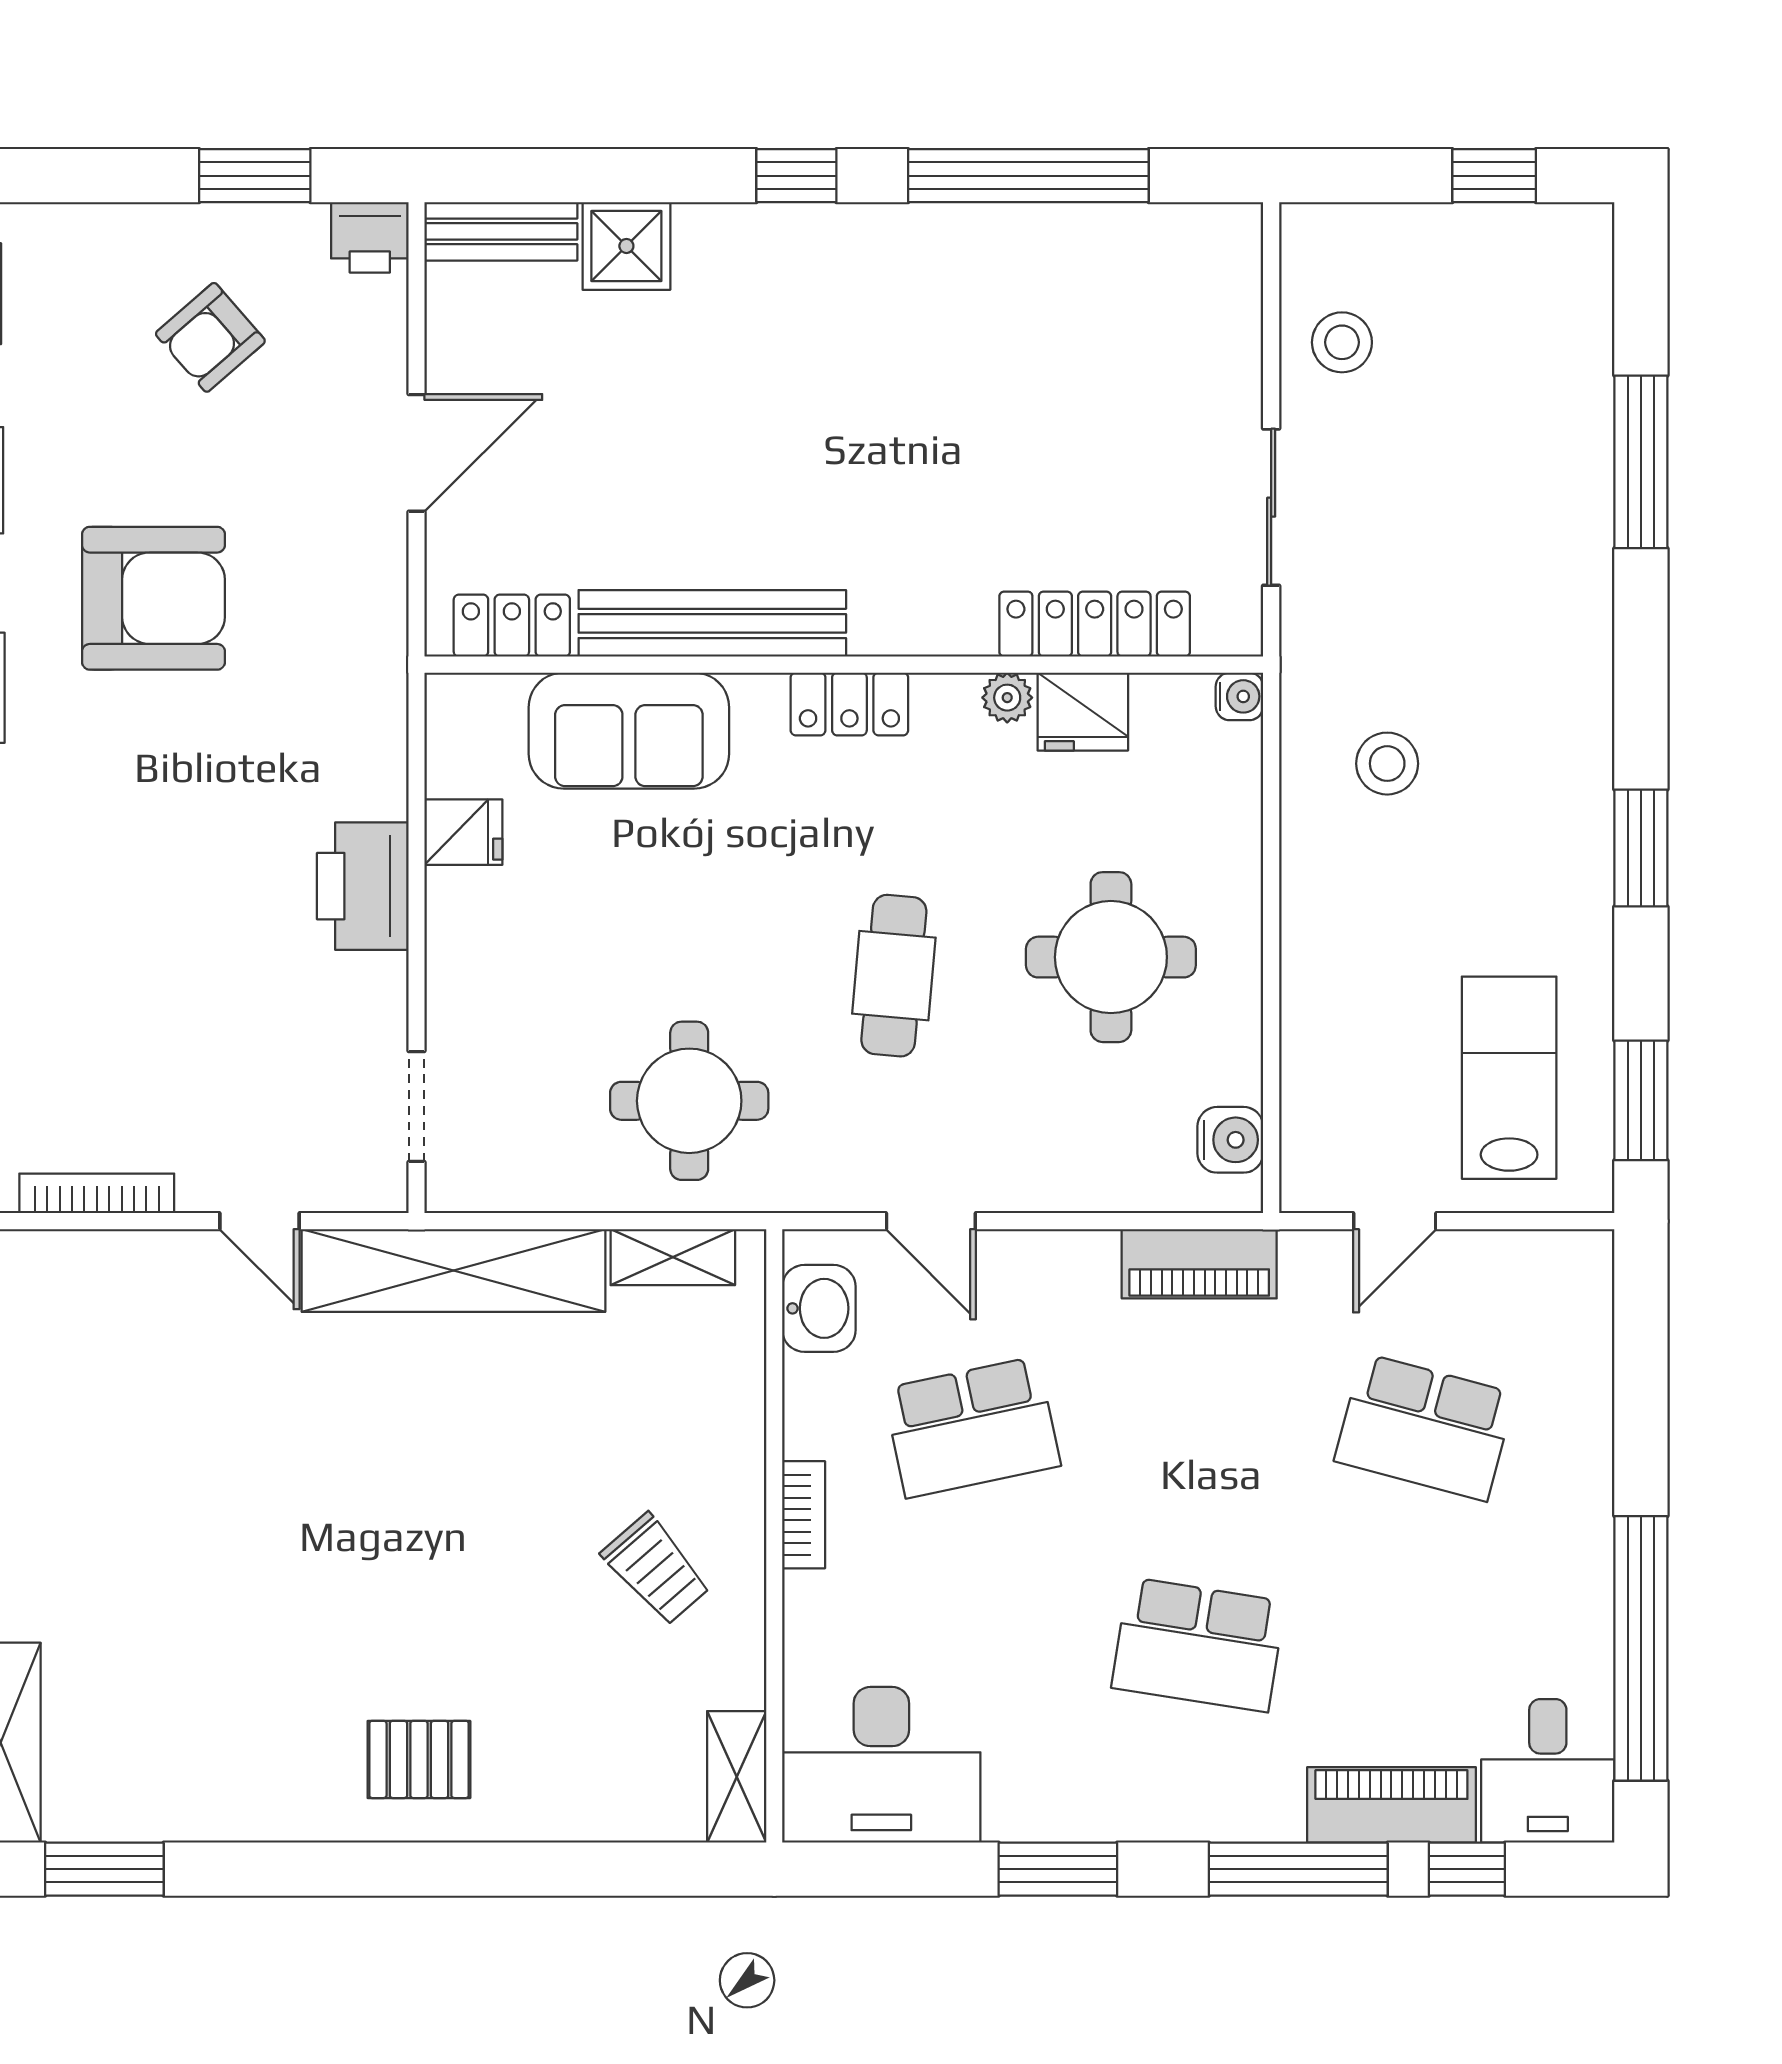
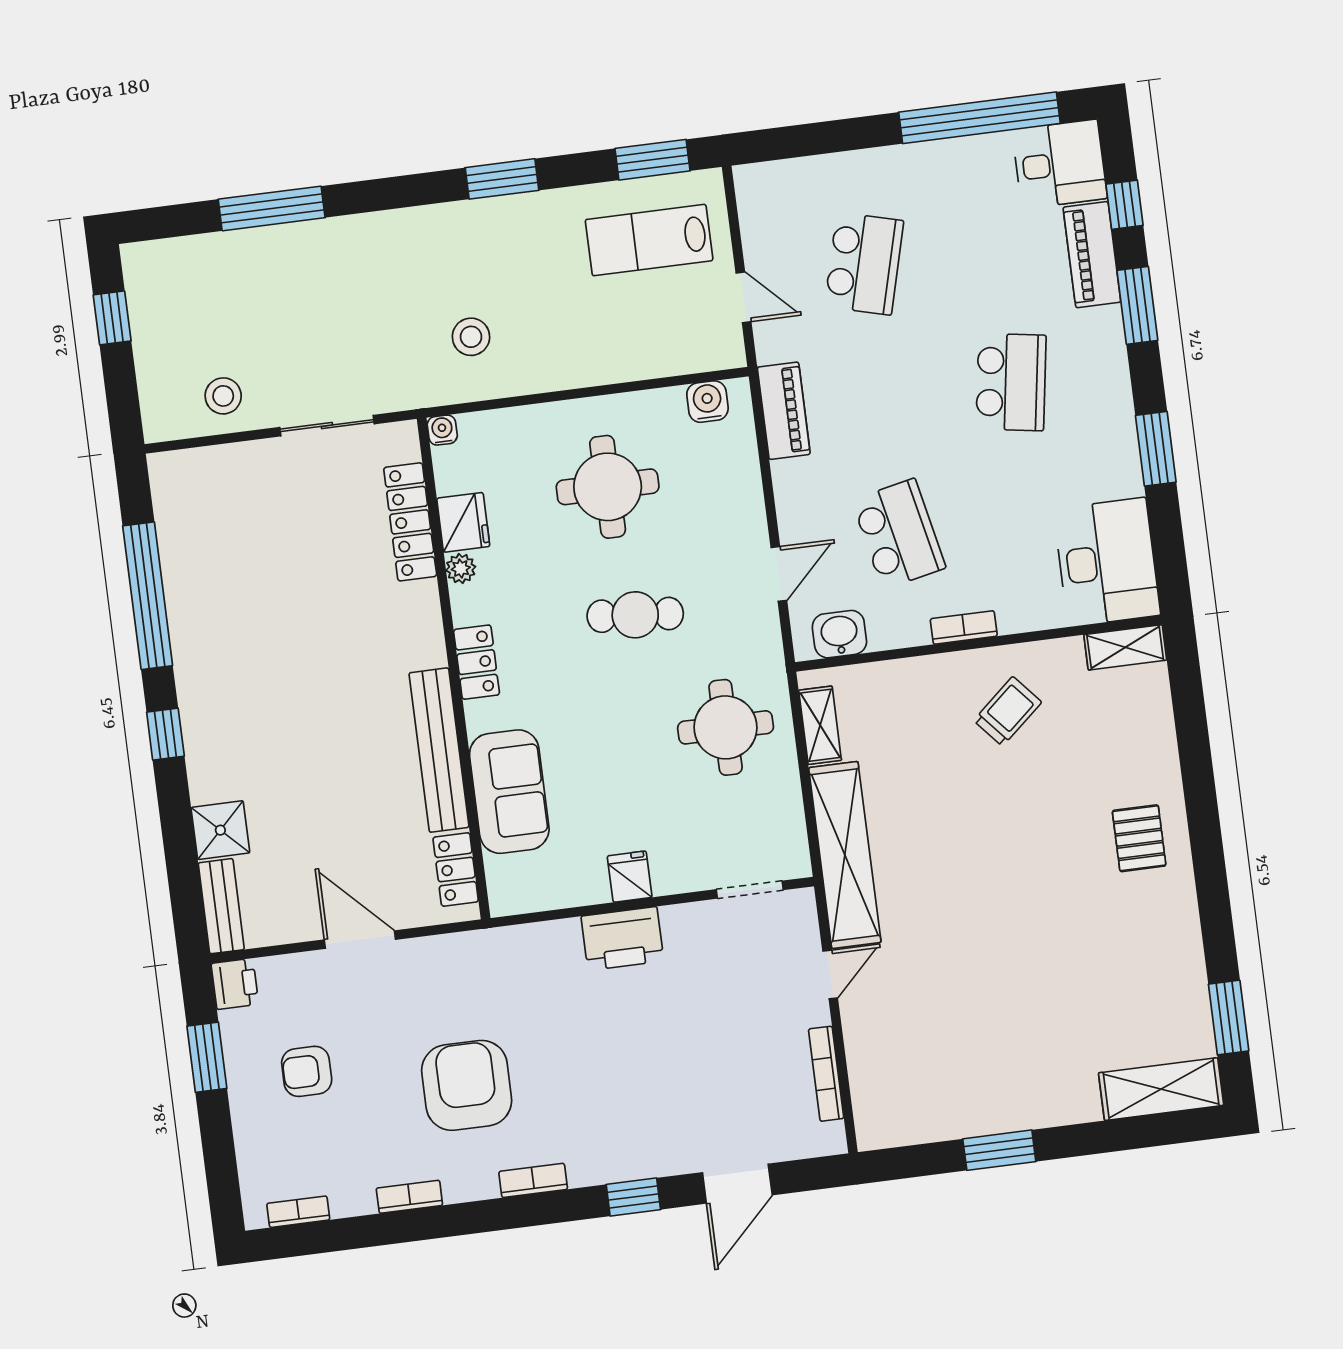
armchair: (210, 337) -> (307, 1071), turned 131
fridge: (463, 832) -> (630, 877), moved
window: (1298, 1869) -> (1137, 305), width x0.69

